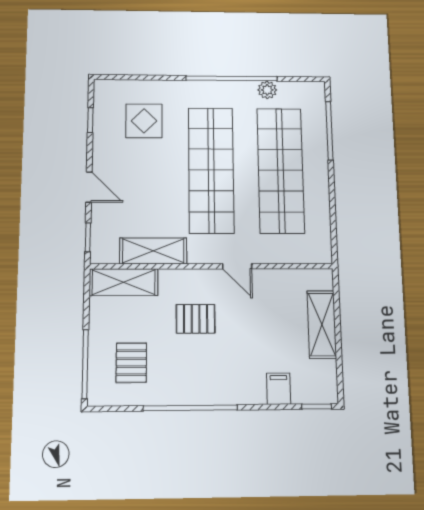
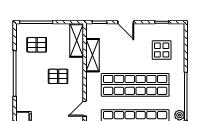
door: (89, 187) -> (126, 22), hinge flipped
door: (237, 266) -> (85, 109), moved
pallet: (196, 319) -> (58, 76), turned 90

